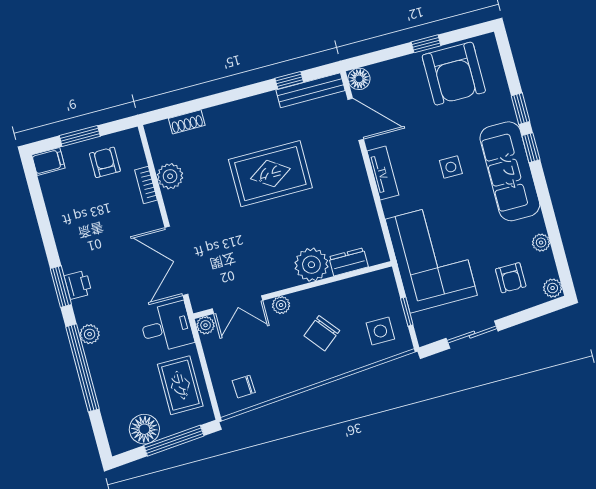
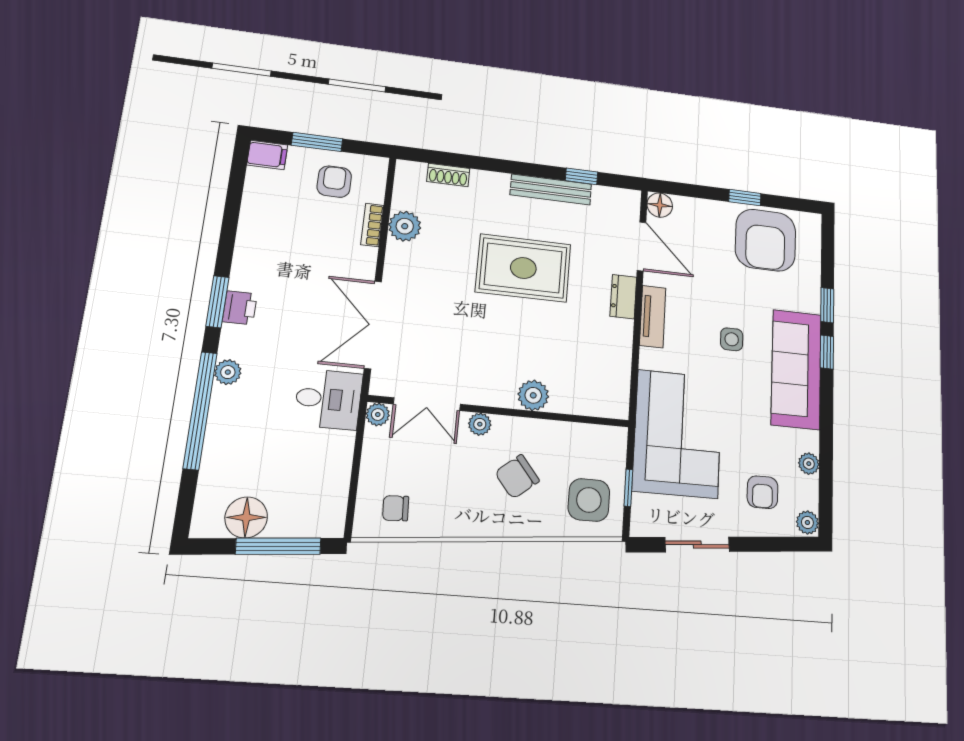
bench: (311, 90) -> (551, 189), moved
dresser: (348, 262) -> (623, 297), moved, turned -90
plant: (311, 265) -> (533, 395), width x0.73, depth x0.73
side table: (380, 331) -> (589, 500), width x1.37, depth x1.37
rug: (180, 385) -> (316, 477), removed

